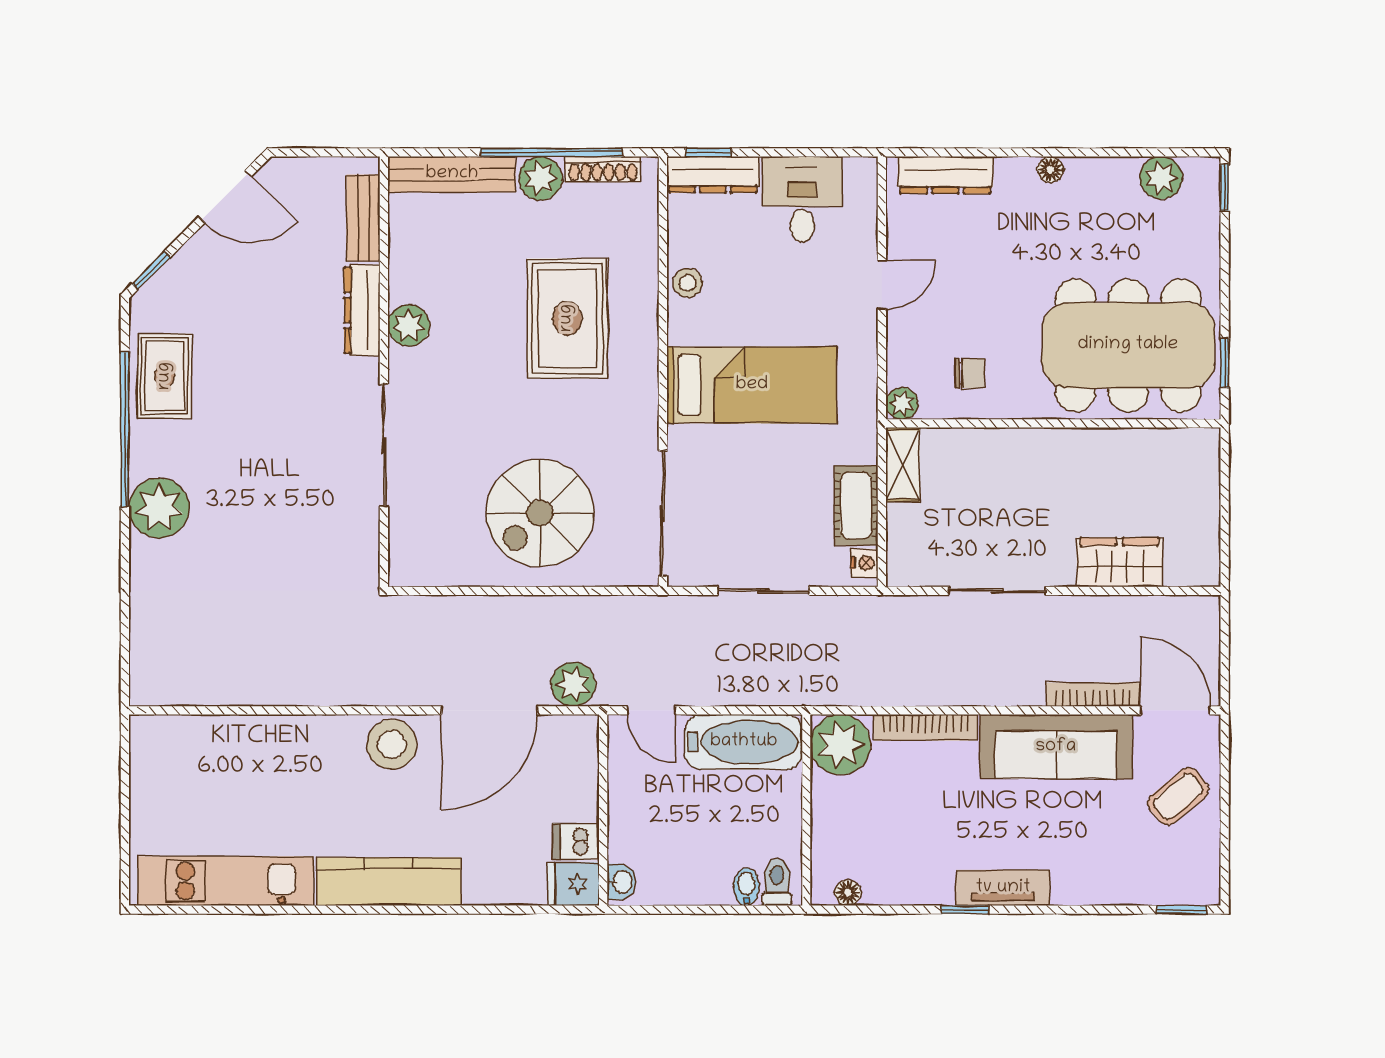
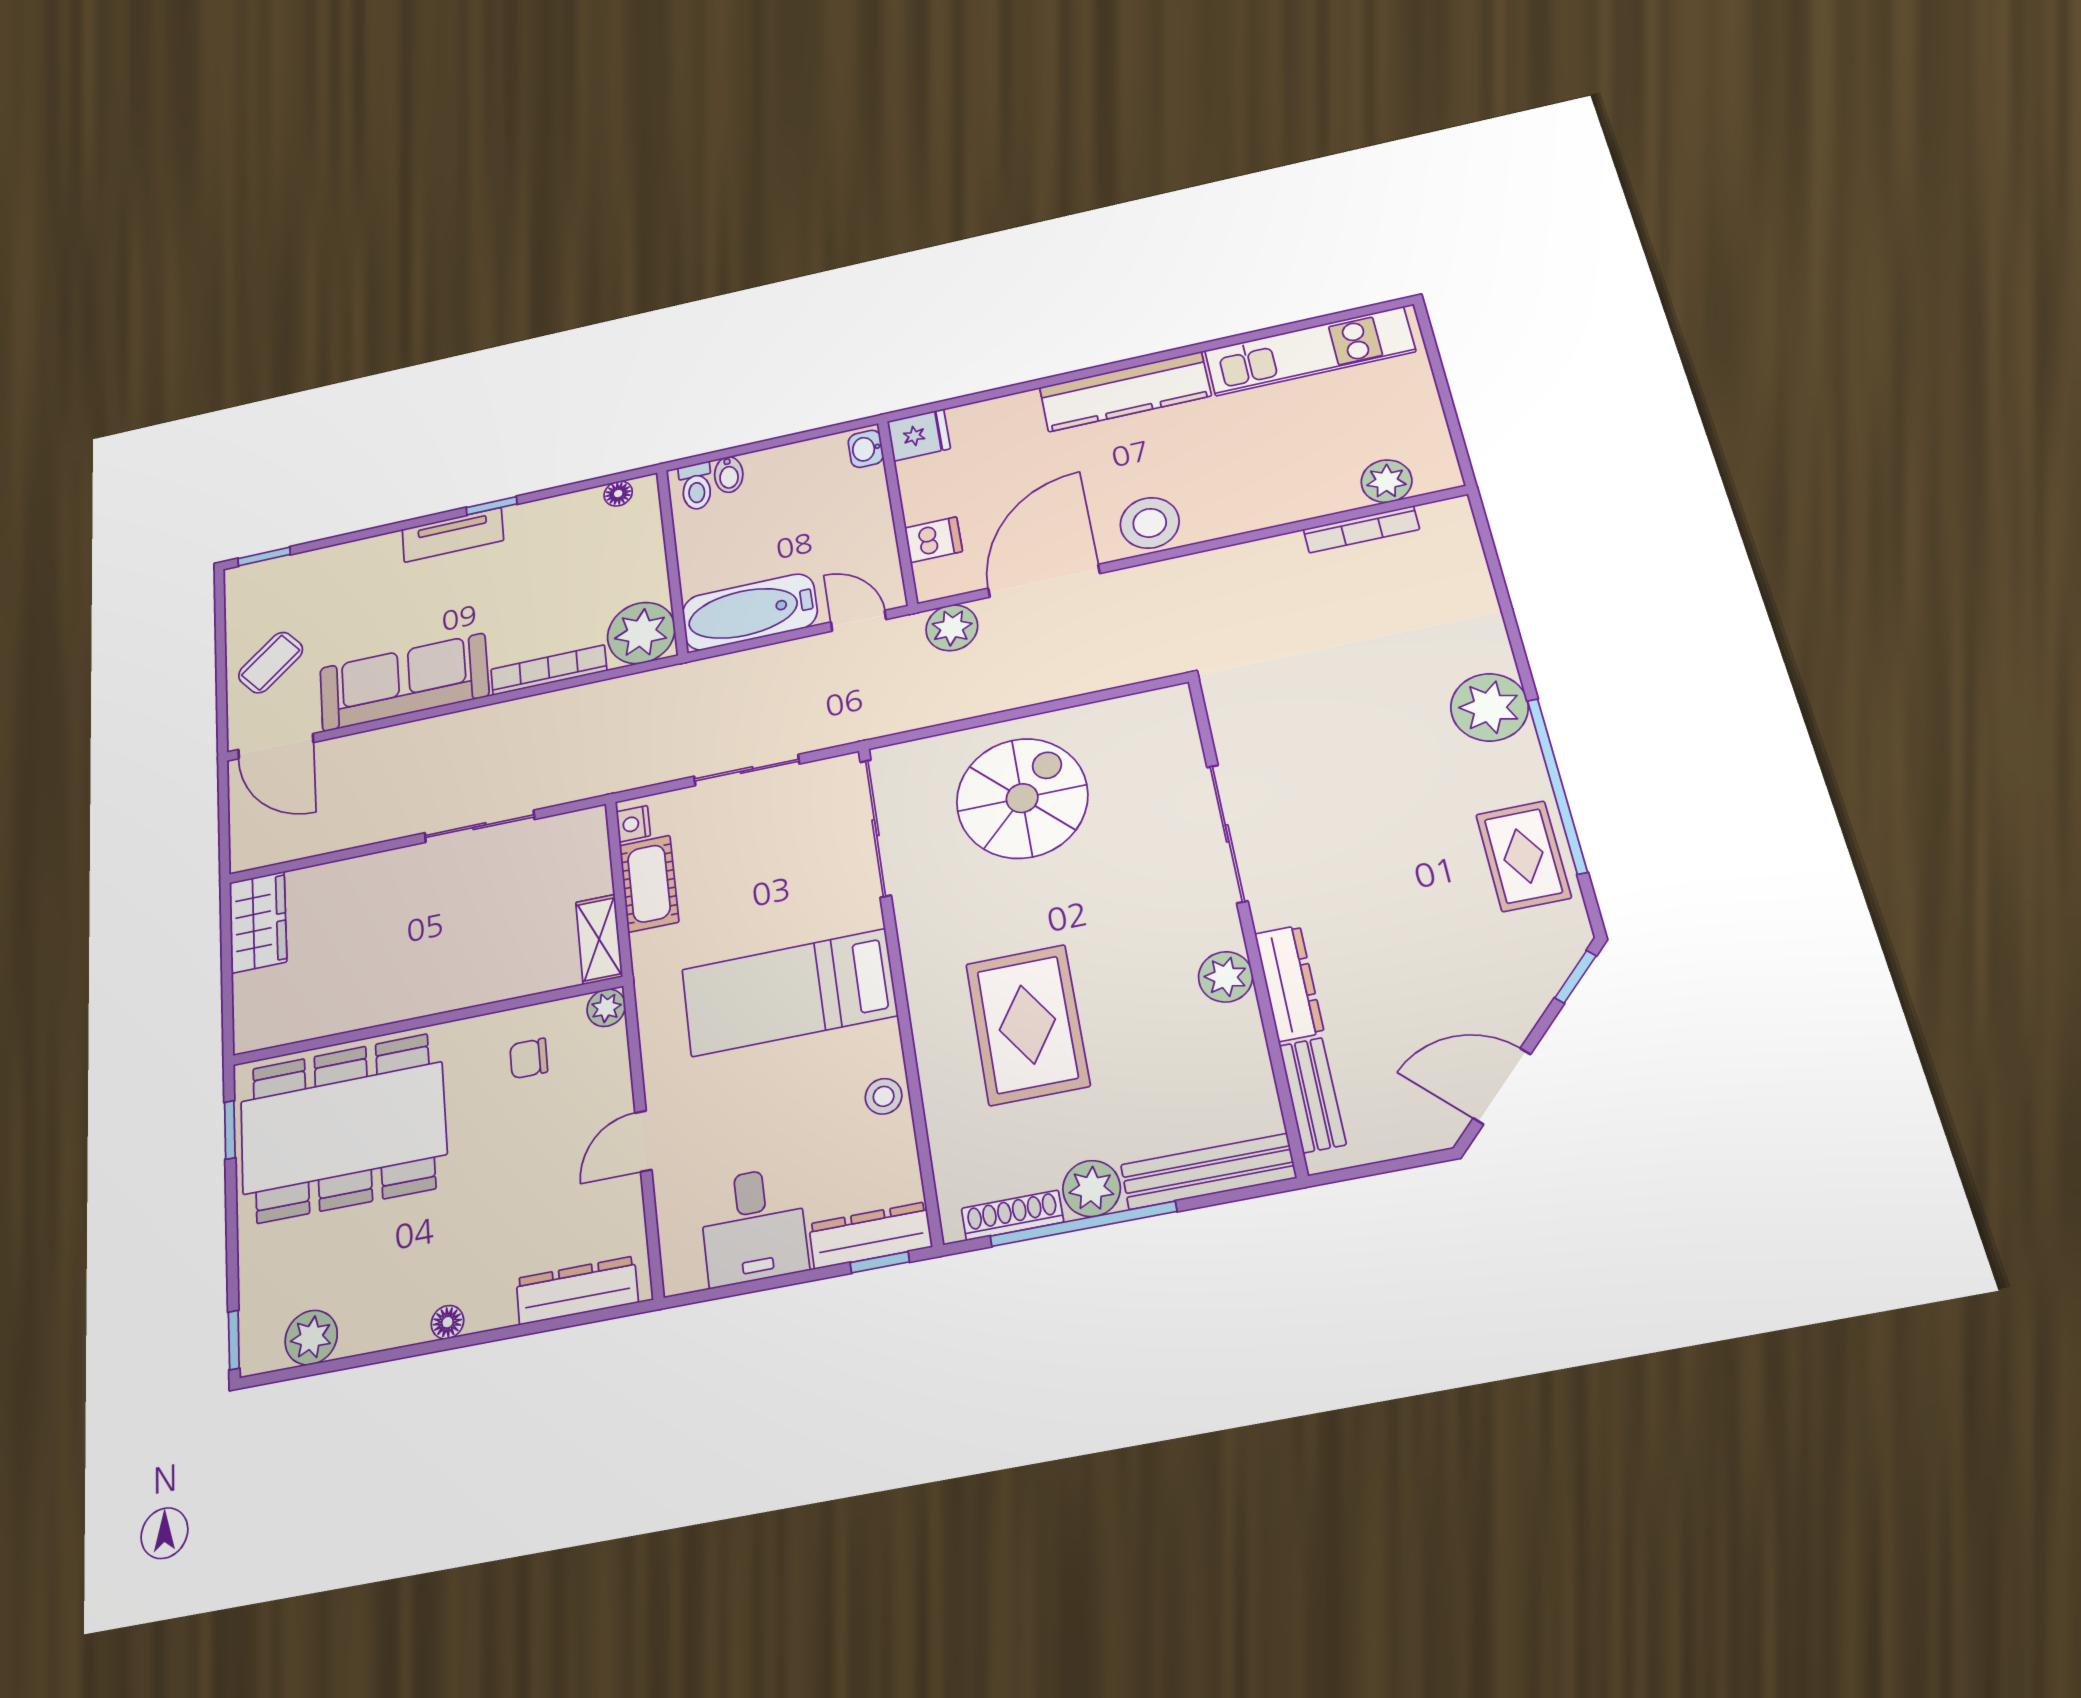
wardrobe: (1119, 562) -> (258, 922), moved, turned -90
bookcase: (1093, 694) -> (1361, 529), moved
plant: (191, 735) -> (1386, 481), added
dishwasher: (576, 841) -> (934, 540), moved

